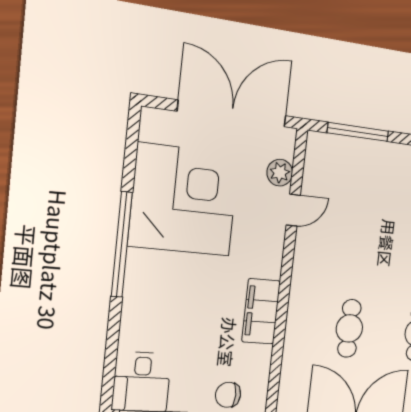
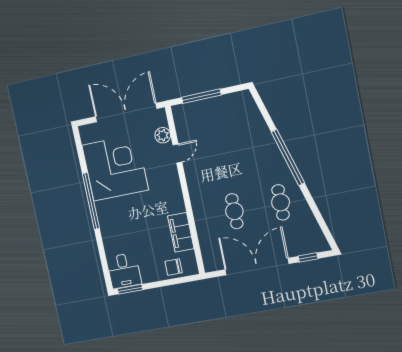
filing cabinet: (261, 311) -> (181, 232), moved

